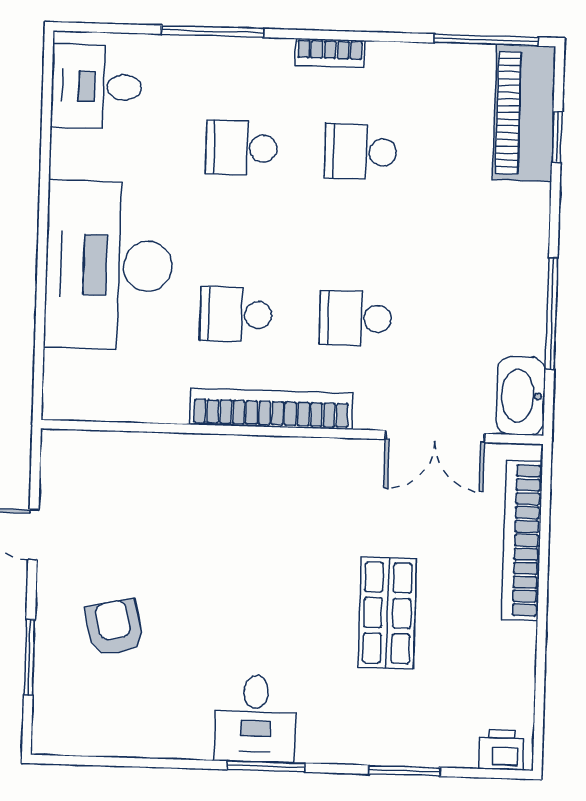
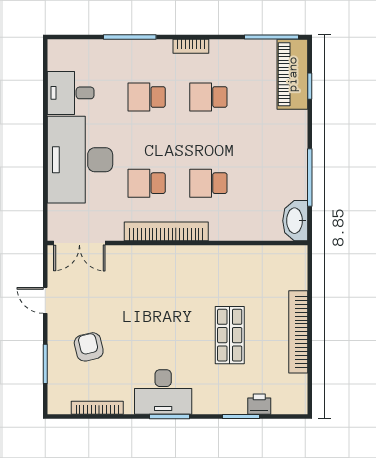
desk: (96, 87) -> (71, 93), moved
double door: (435, 436) -> (79, 243), moved
bookcase: (522, 540) -> (298, 332), moved
desk: (255, 719) -> (163, 392), width x1.37
bookcase: (127, 745) -> (97, 408), added
printer: (501, 750) -> (259, 404), moved

